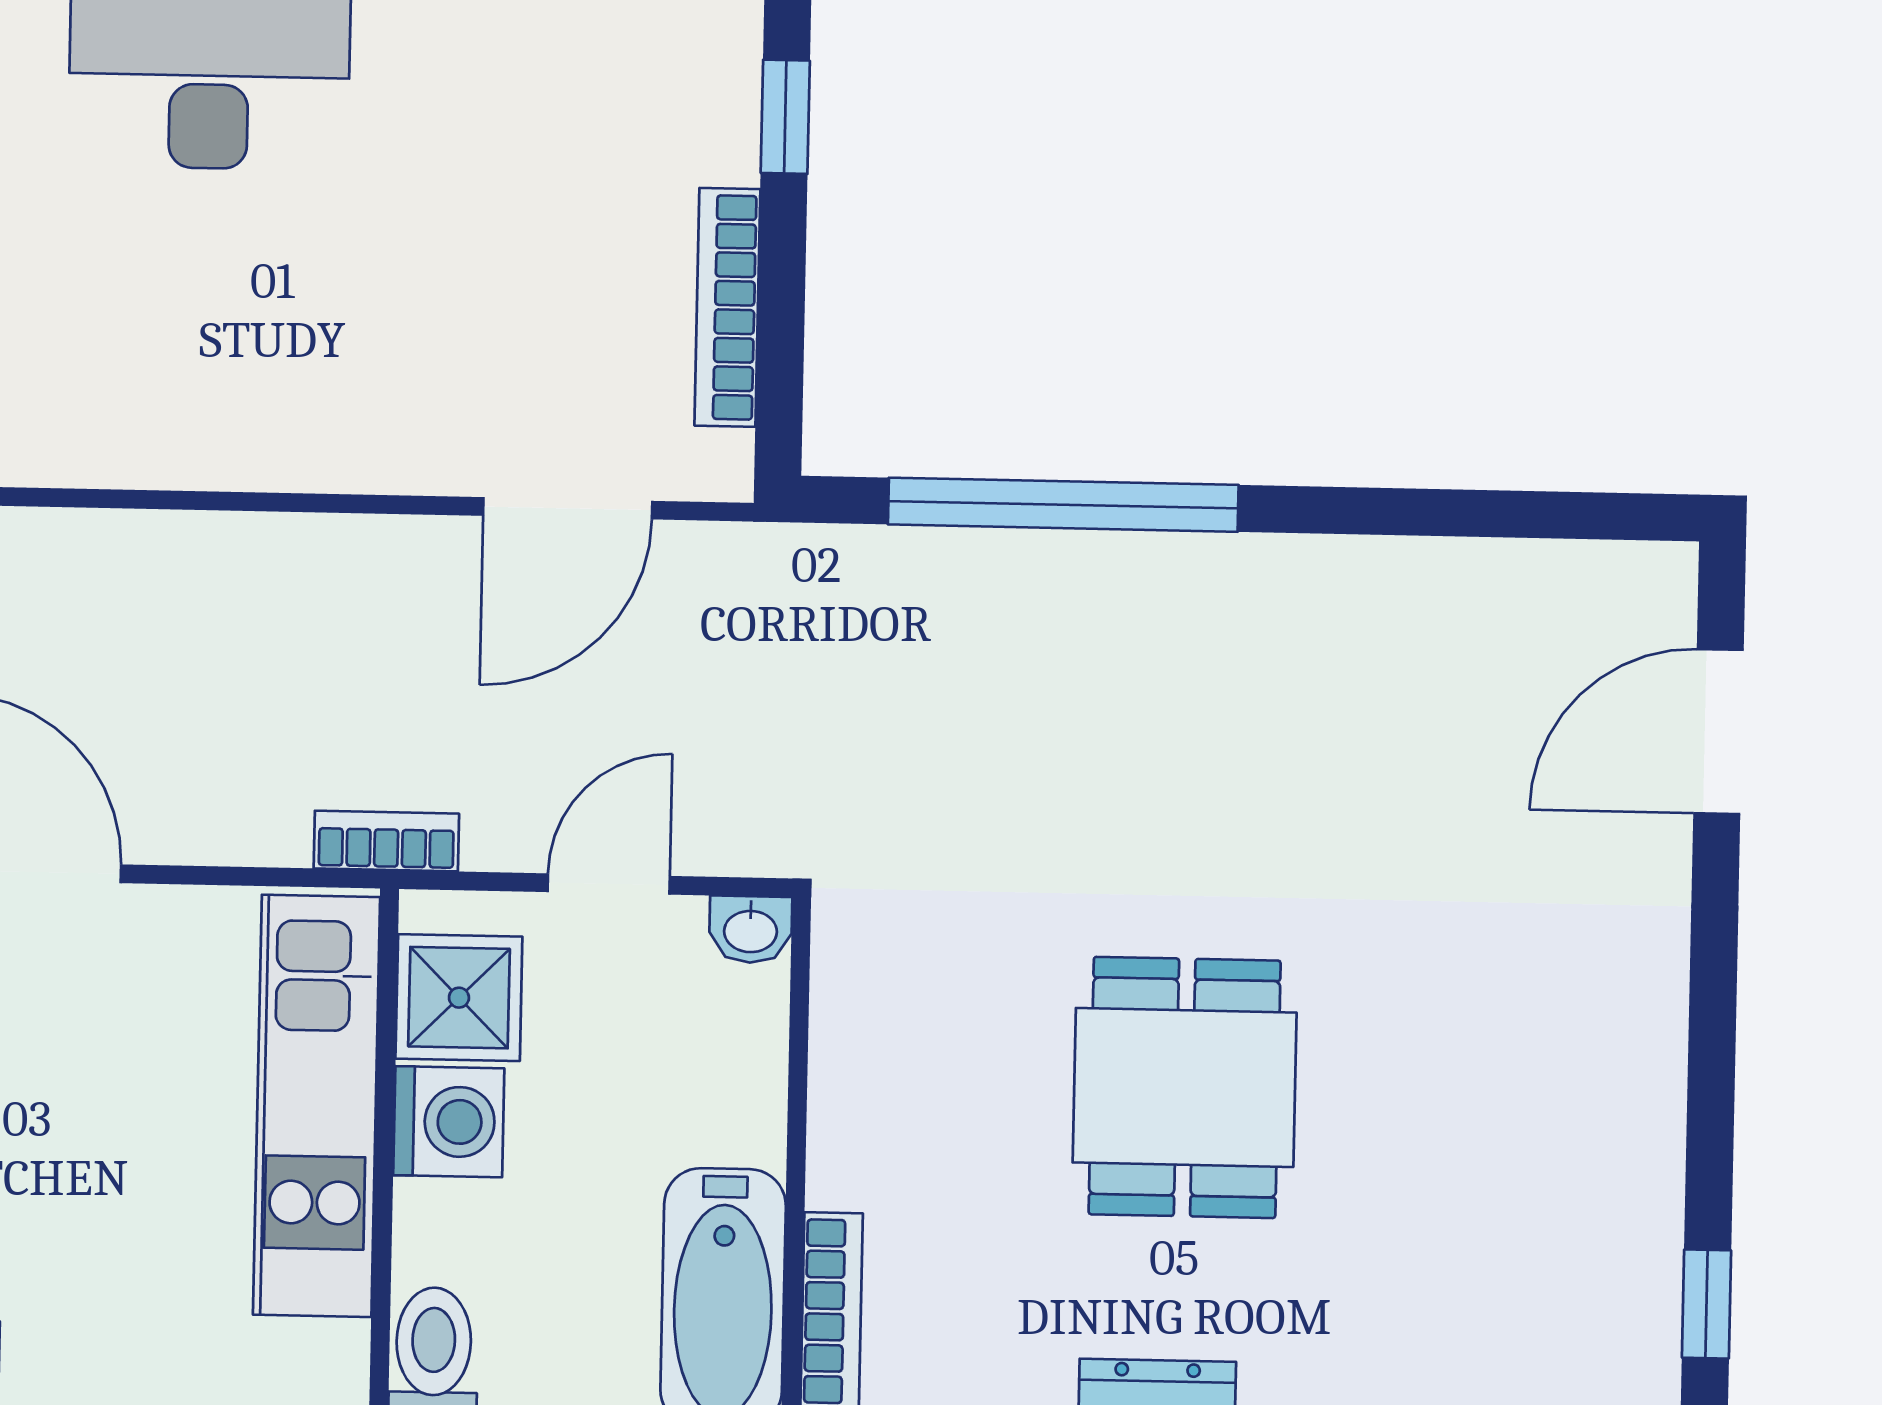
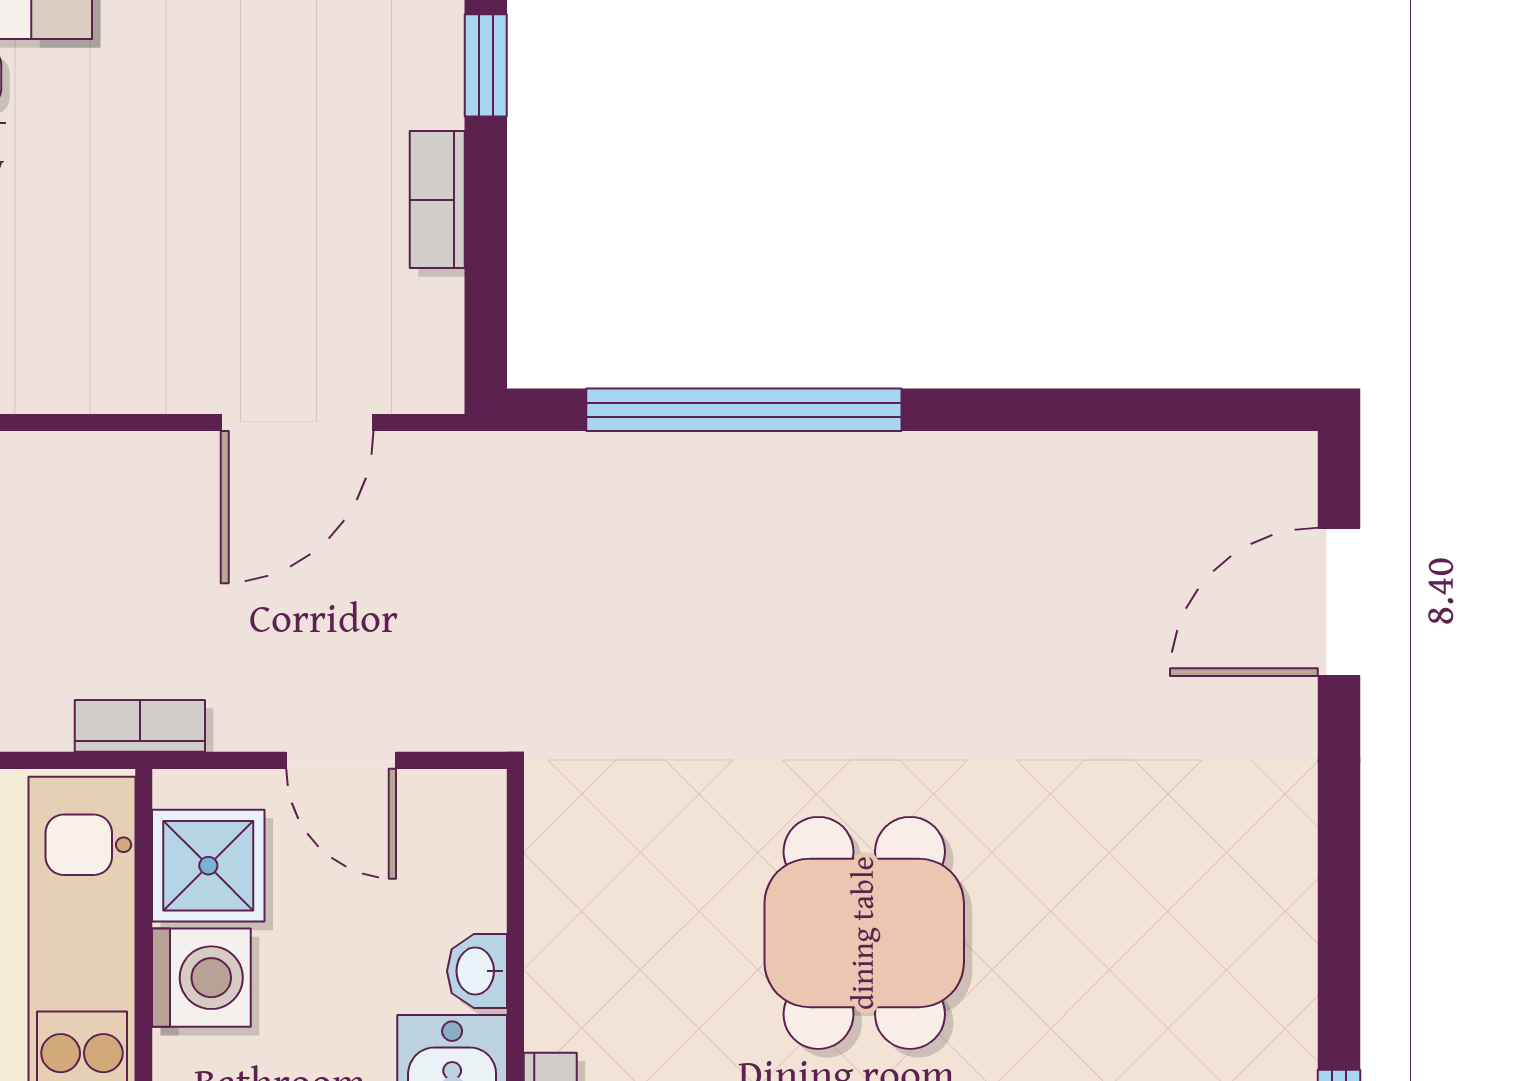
bookcase: (727, 307) -> (437, 200), width x0.64
door: (609, 884) -> (341, 760), swing flipped
washbasin: (751, 930) -> (477, 971), moved, turned 90

